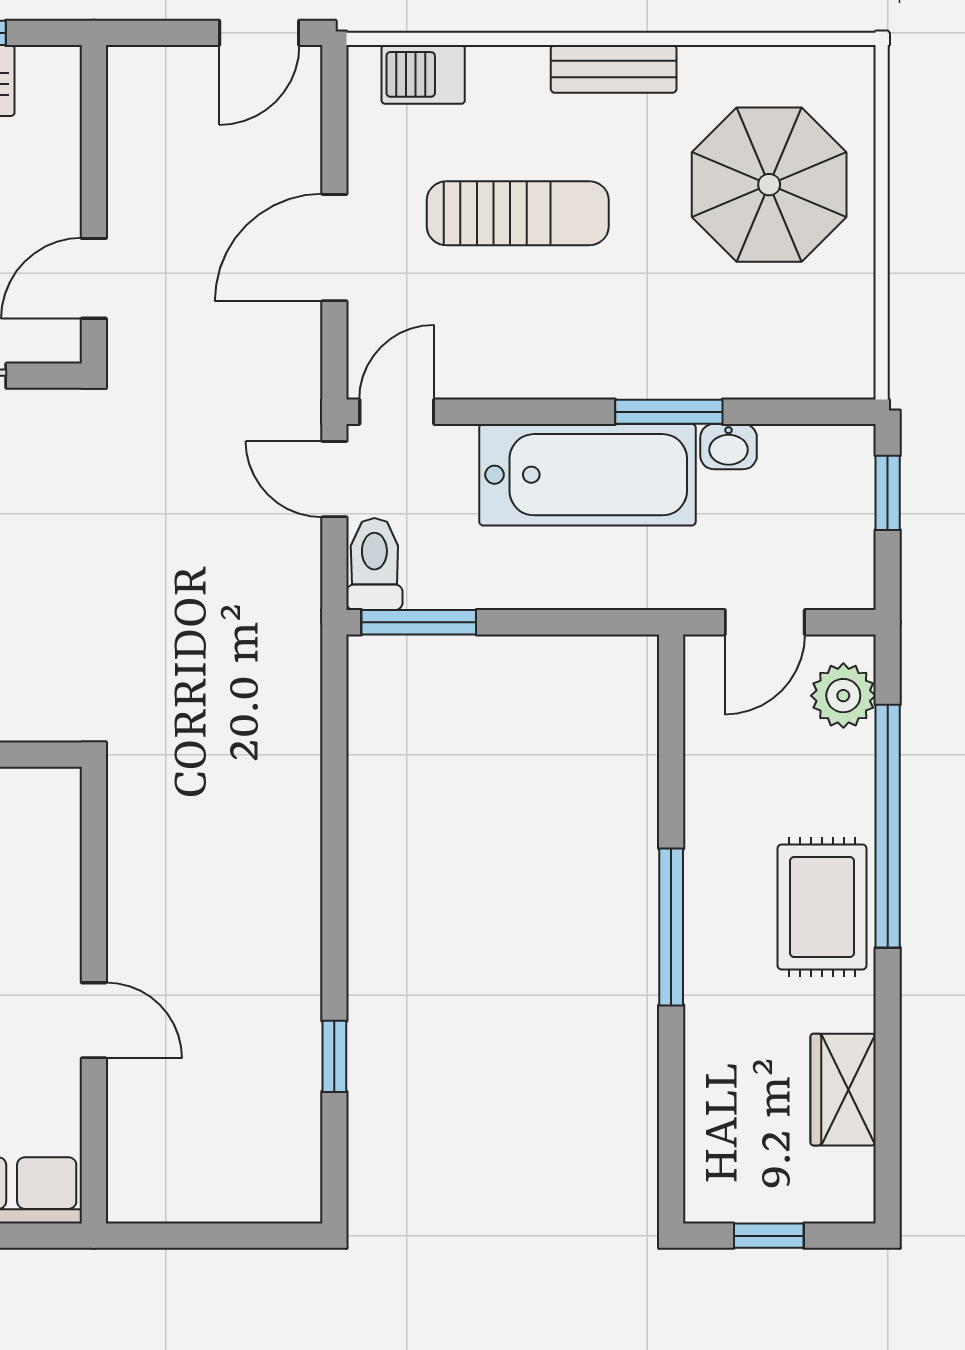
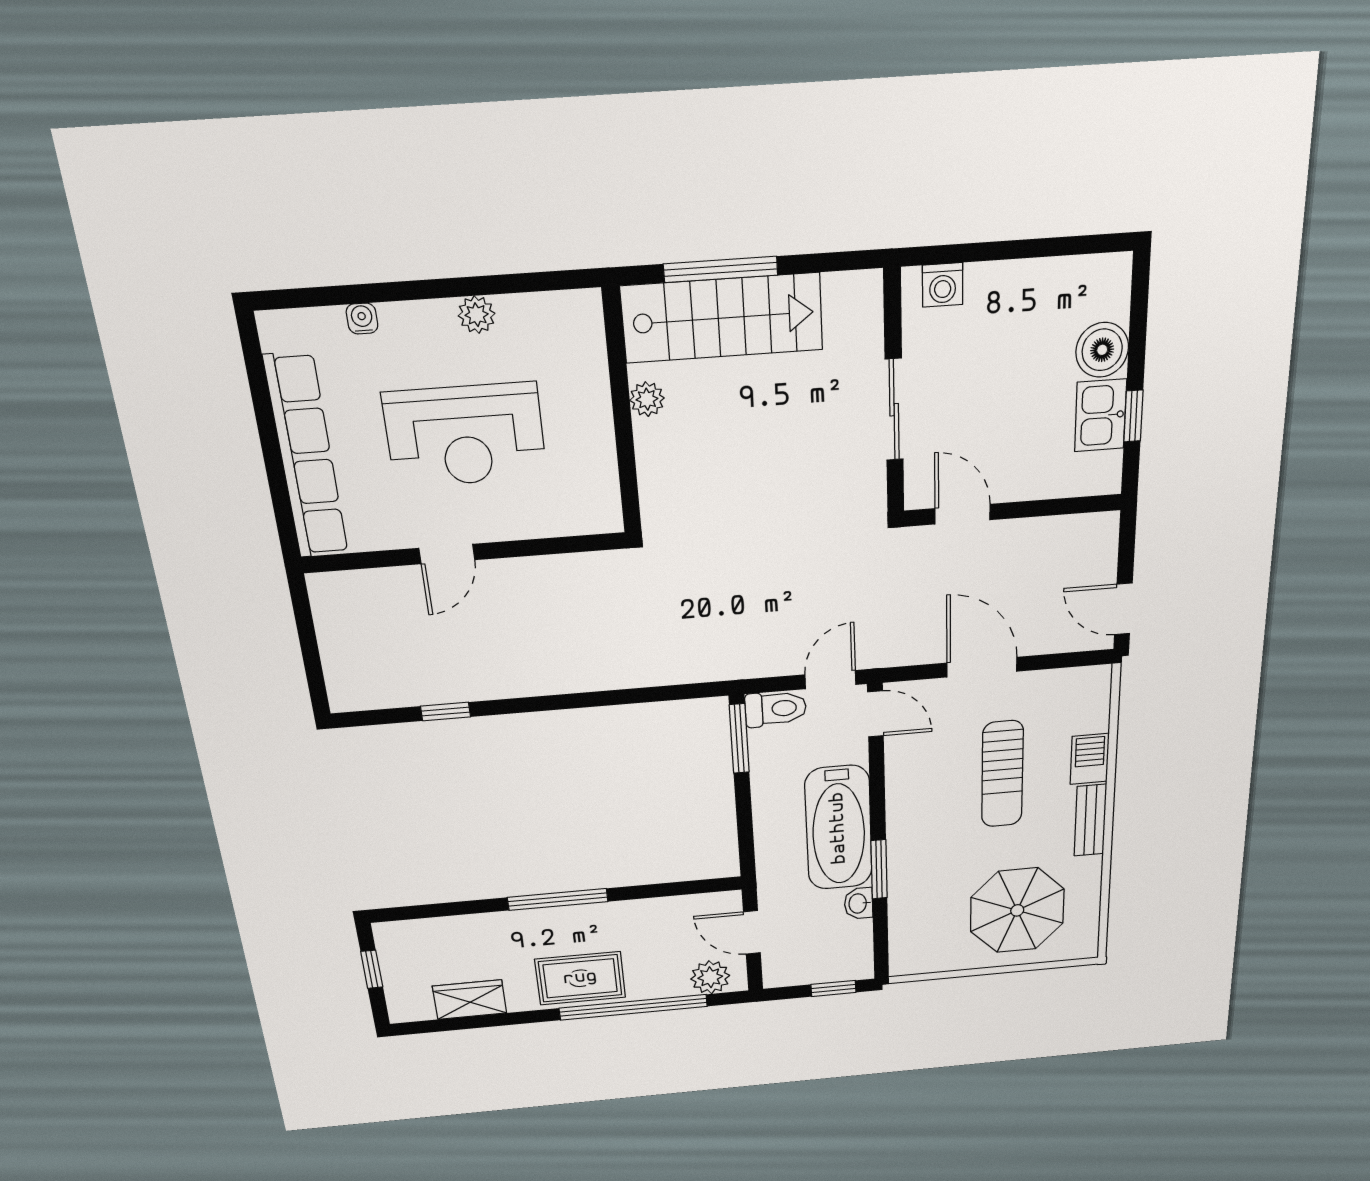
barbecue: (423, 74) -> (1090, 759), moved

